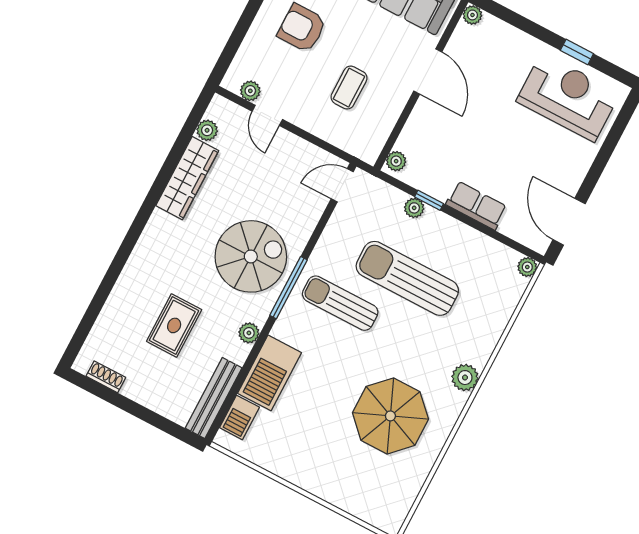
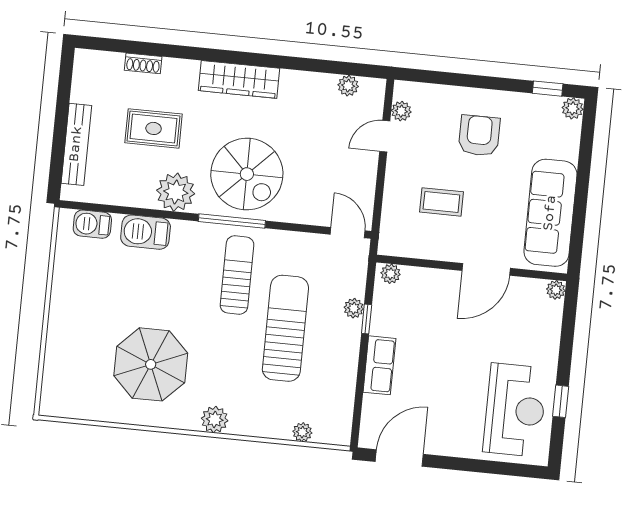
wardrobe: (187, 178) -> (239, 79), moved
plant: (527, 267) -> (302, 432), moved
plant: (249, 333) -> (176, 192), width x1.87, depth x1.87
barbecue: (269, 373) -> (146, 232), width x0.73, depth x0.83
shoe rack: (106, 377) -> (143, 63), moved, turned 90
bench: (214, 398) -> (76, 144), moved, turned 90

